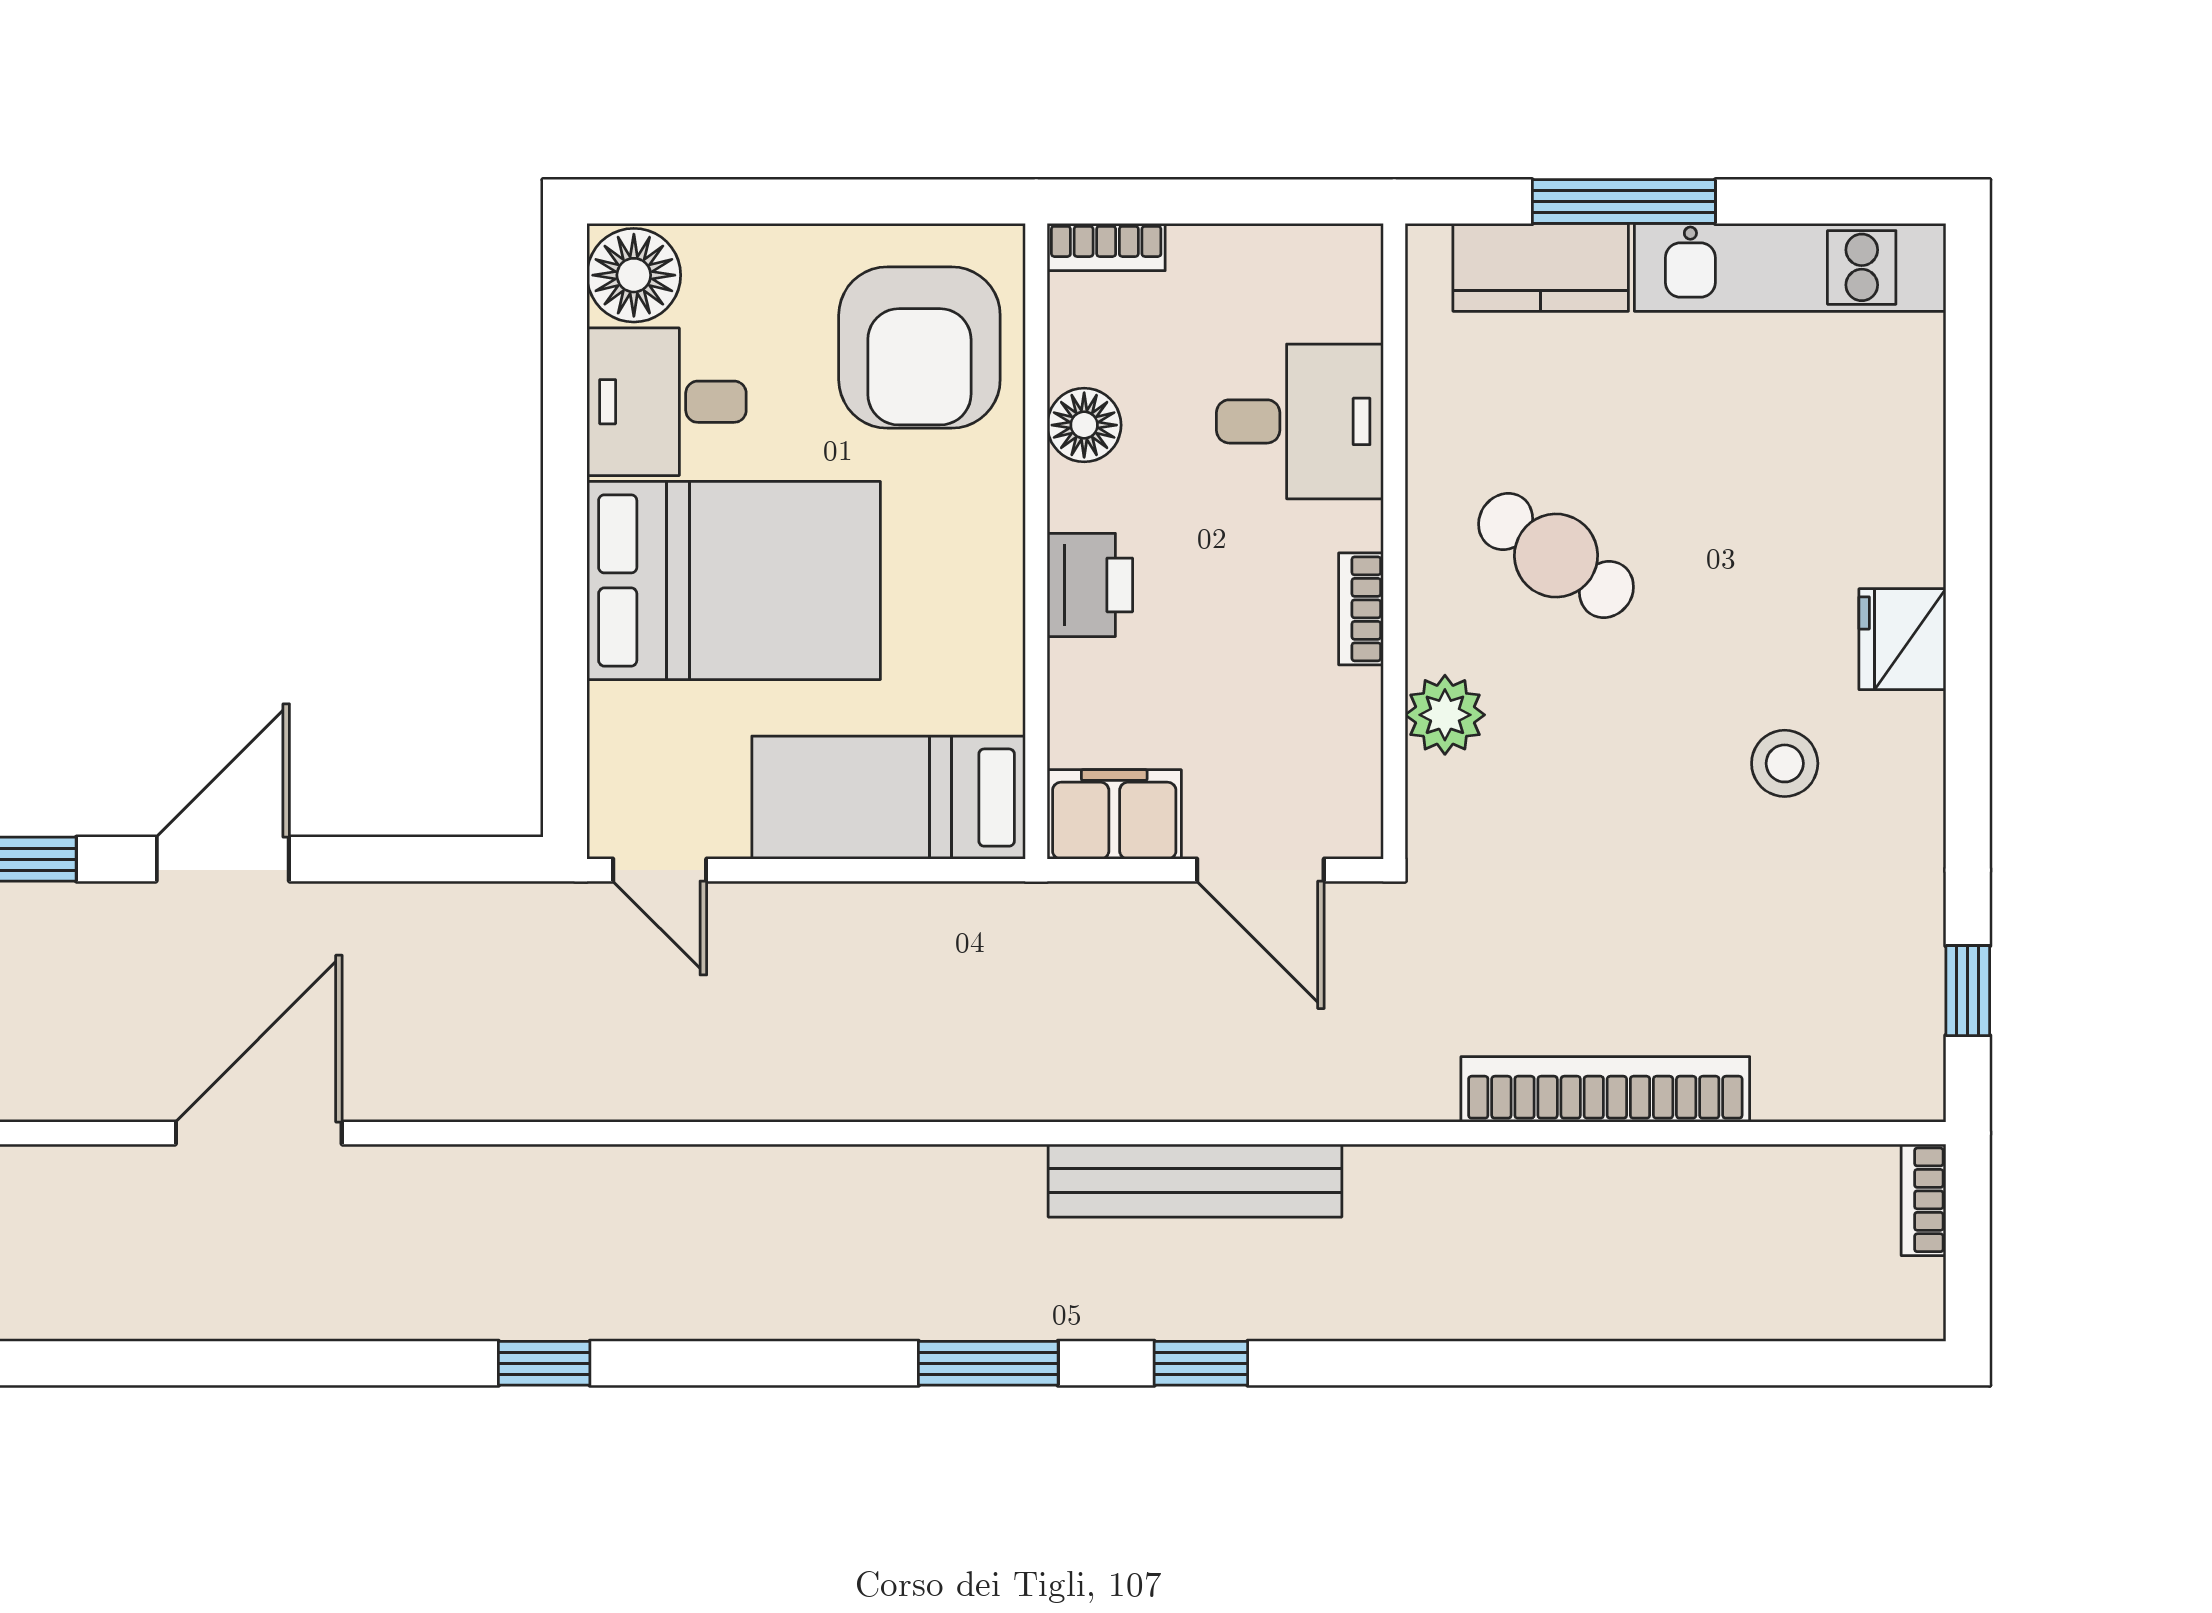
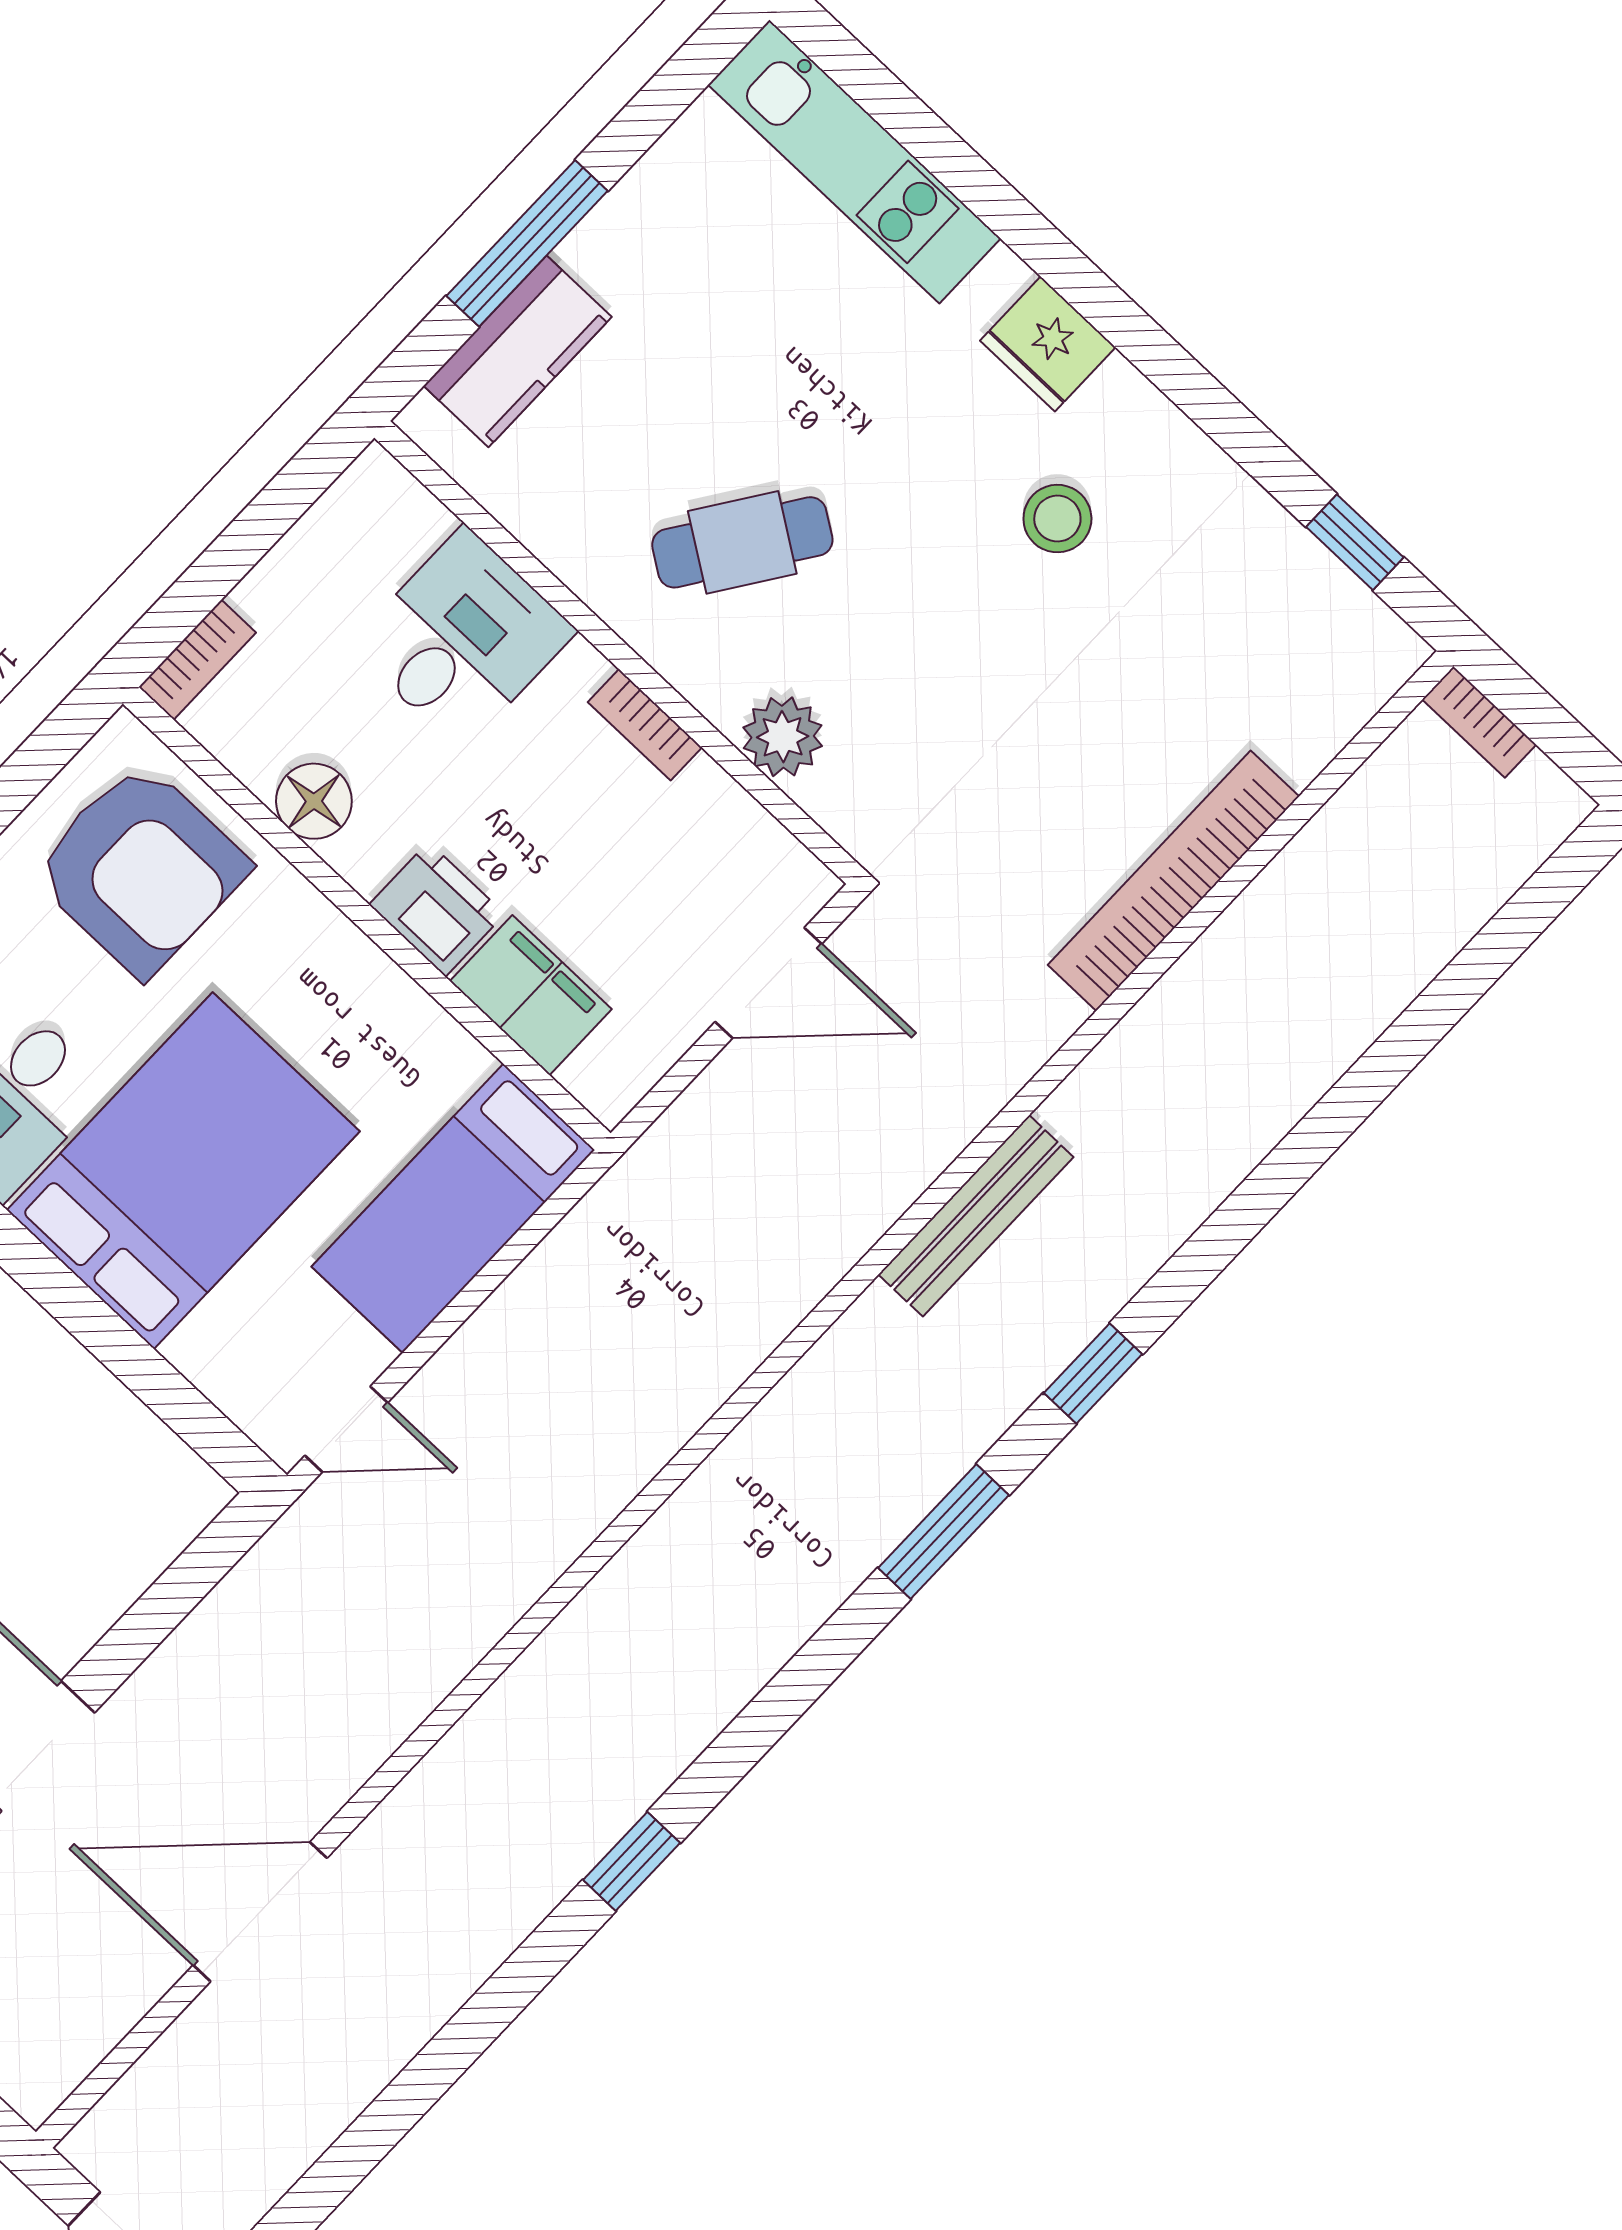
kitchen unit: (1790, 267) -> (854, 162), moved, turned 90
filing cabinet: (1114, 814) -> (531, 995), moved, turned 90
door: (259, 1133) -> (260, 1912), hinge flipped
bench: (1195, 1181) -> (976, 1216), width x0.73, depth x0.82

